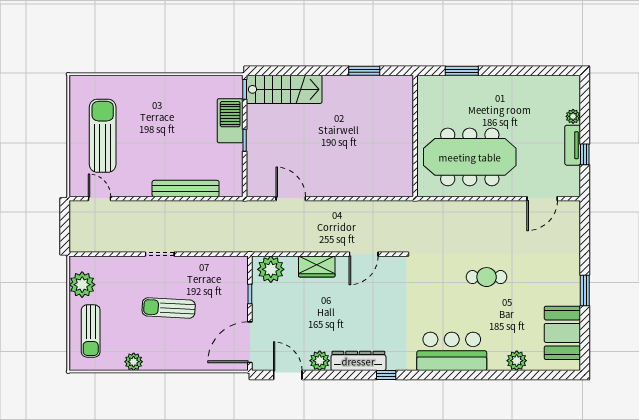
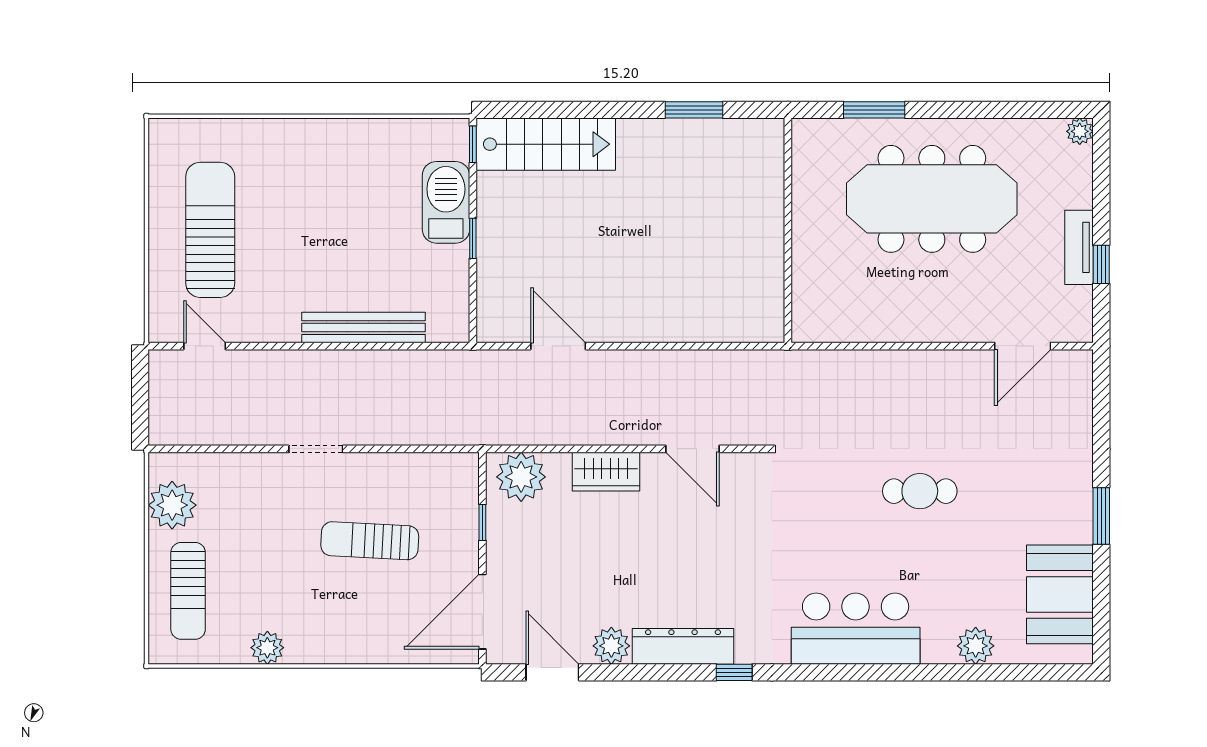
plant: (573, 116) -> (1080, 131), moved
meeting table: (470, 157) -> (932, 199), moved
door: (364, 254) -> (693, 449), hinge flipped
sun lounger: (169, 308) -> (370, 541), moved

